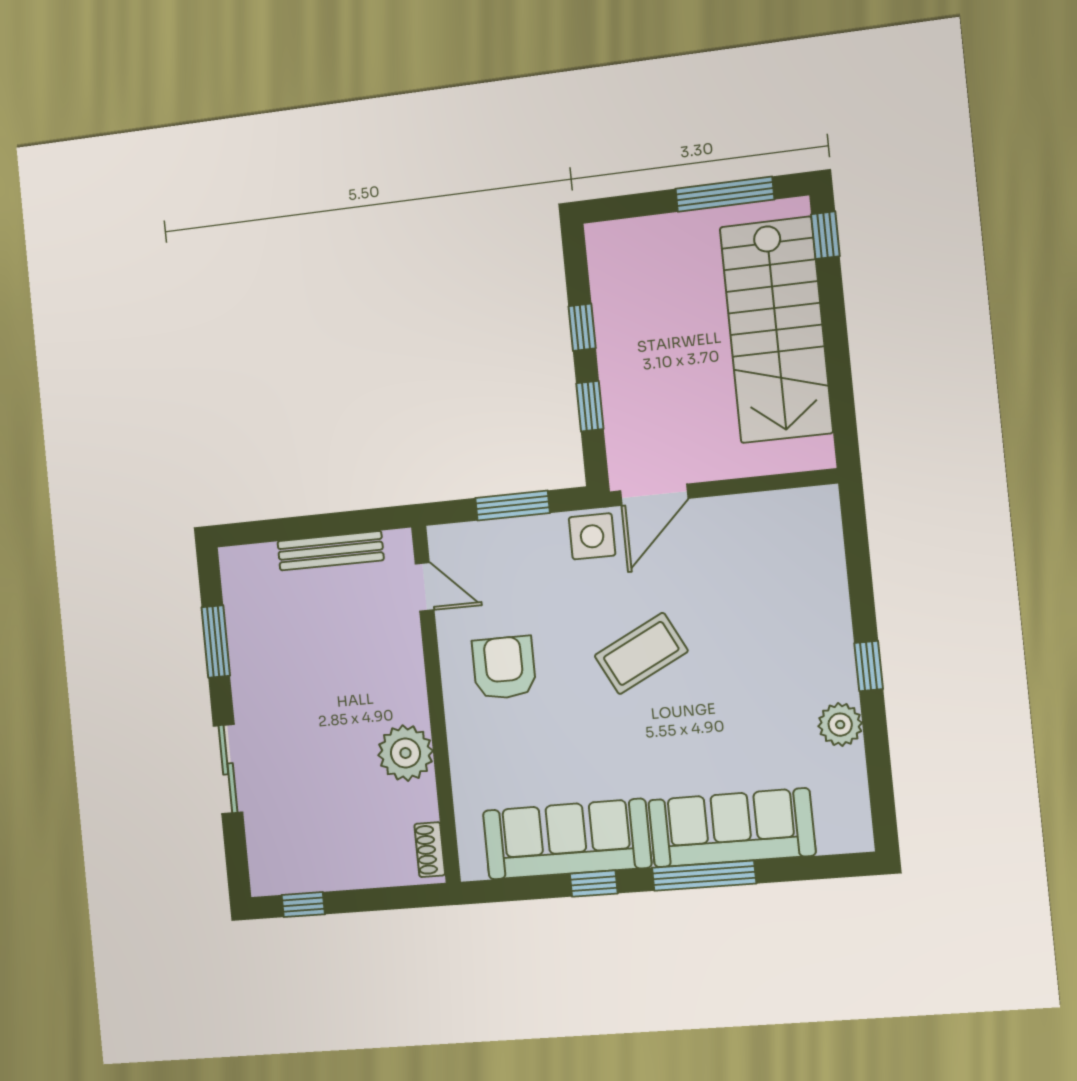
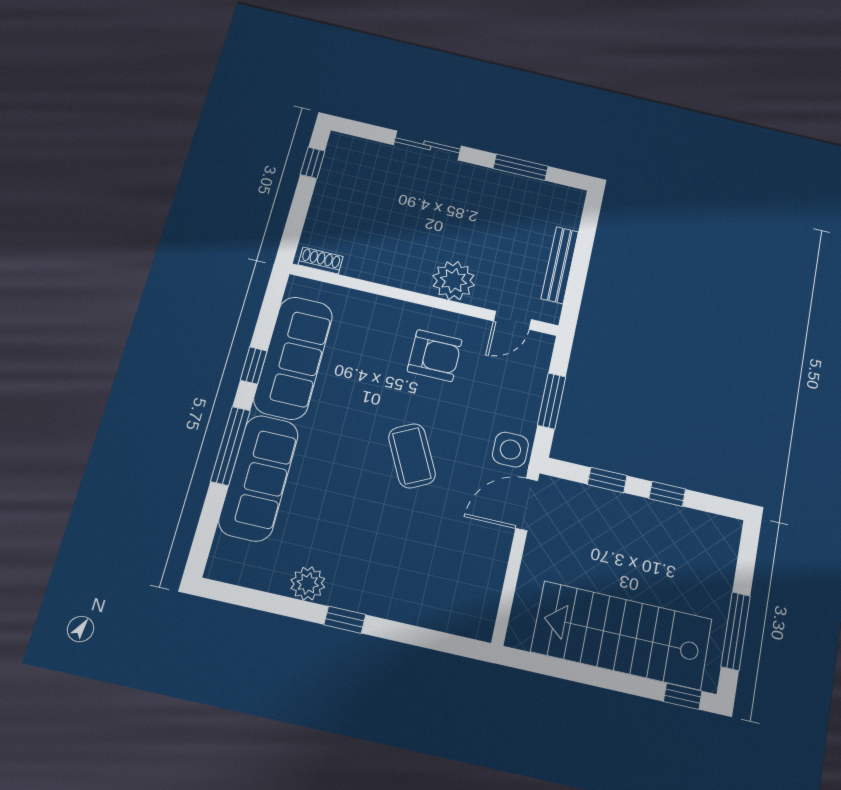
door: (654, 495) -> (527, 504), hinge flipped
plant: (405, 753) -> (454, 281), moved

